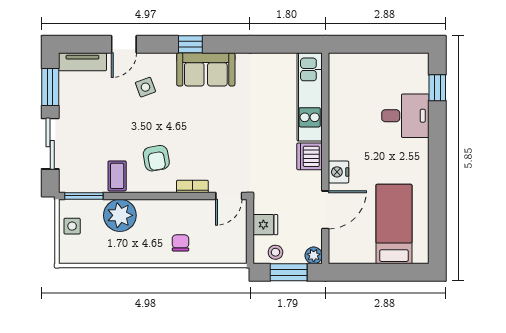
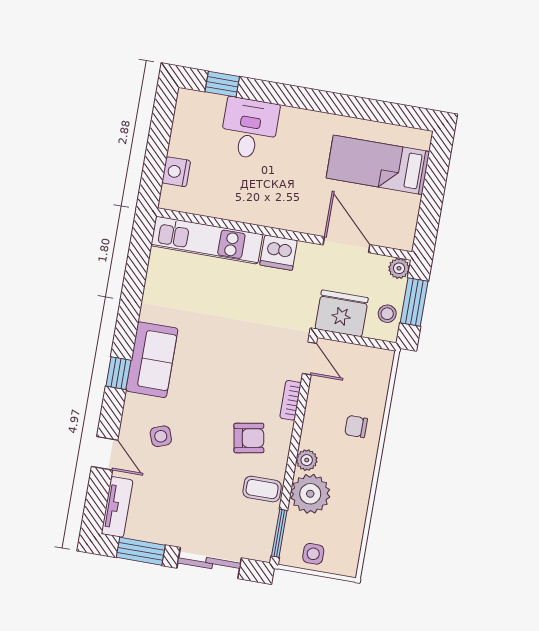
nightstand: (339, 172) -> (176, 172), moved, turned 90
plant: (147, 208) -> (307, 460), added
fridge: (265, 225) -> (342, 313), width x1.88, depth x1.34

